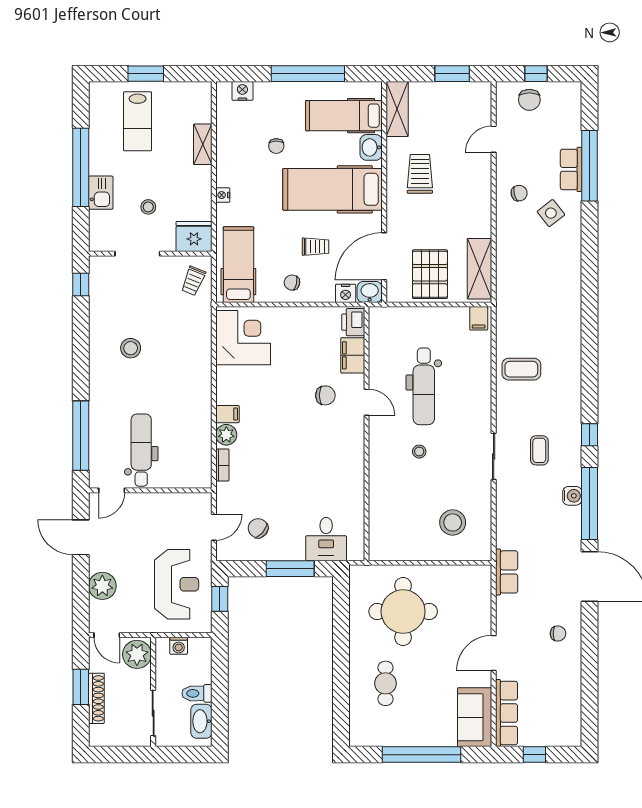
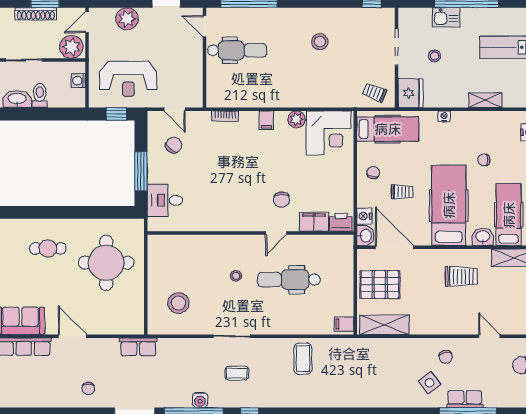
trolley: (315, 247) -> (402, 192), turned -90
plant: (226, 435) -> (297, 119), moved

